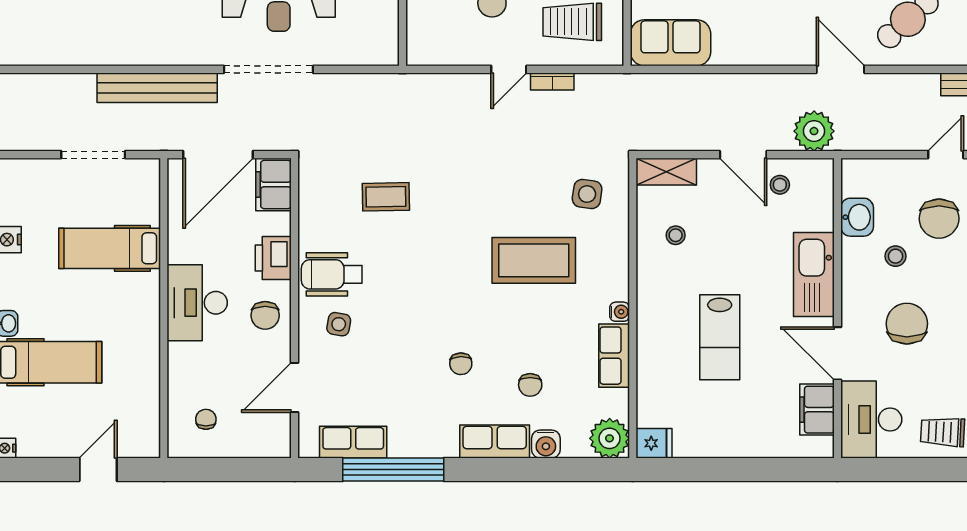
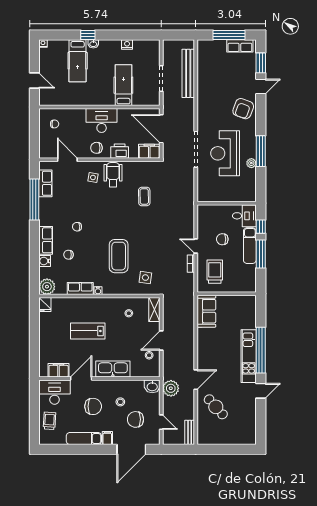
bench: (157, 88) -> (188, 73), moved
plant: (814, 131) -> (171, 388), moved
washbasin: (857, 217) -> (152, 386), moved

